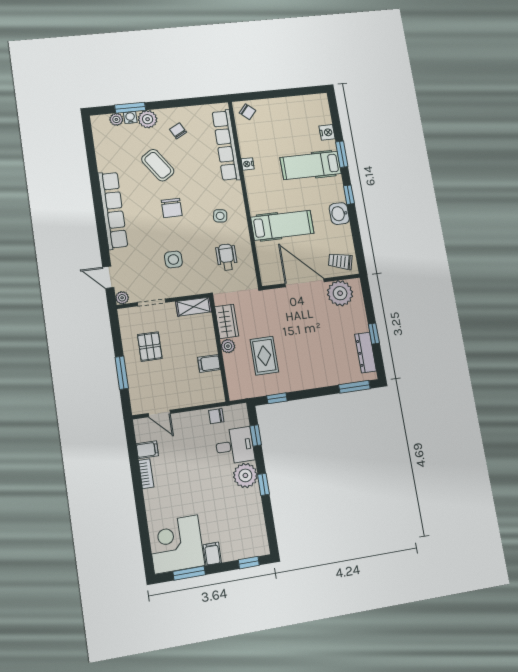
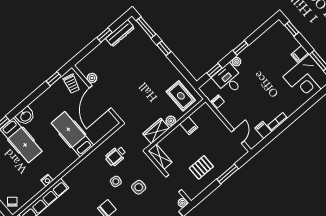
window: (349, 195) -> (54, 79), moved
washbasin: (339, 214) -> (25, 116), moved
side table: (220, 216) -> (116, 181), moved
plant: (340, 293) -> (92, 78), width x0.53, depth x0.53
rug: (264, 356) -> (181, 96), moved, turned 90
window: (277, 398) -> (164, 48), moved
plant: (245, 475) -> (236, 62), width x0.53, depth x0.53

